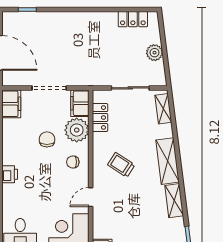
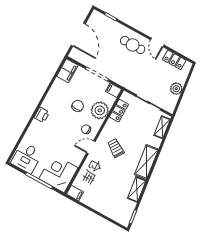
door: (101, 10) -> (157, 42), added
cafe table: (73, 29) -> (133, 45), added
filing cabinet: (80, 103) -> (113, 90), width x0.50
door: (91, 197) -> (91, 147), moved

